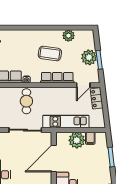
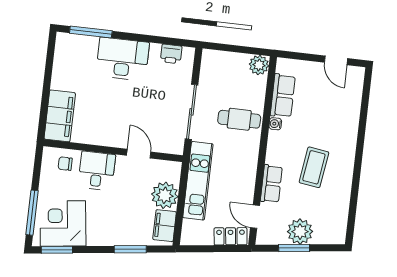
plant: (68, 36) -> (340, 202), removed
row of seats: (57, 78) -> (271, 184), width x0.68
filing cabinet: (90, 138) -> (165, 226), width x2.00
door: (54, 159) -> (139, 154), width x0.53

